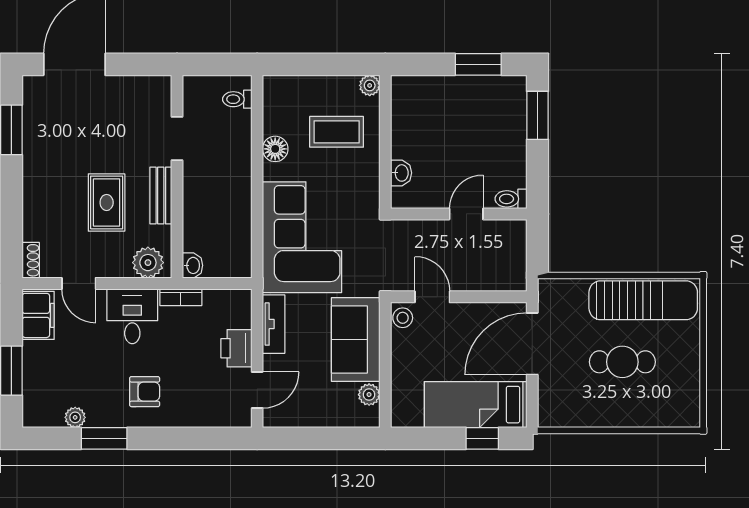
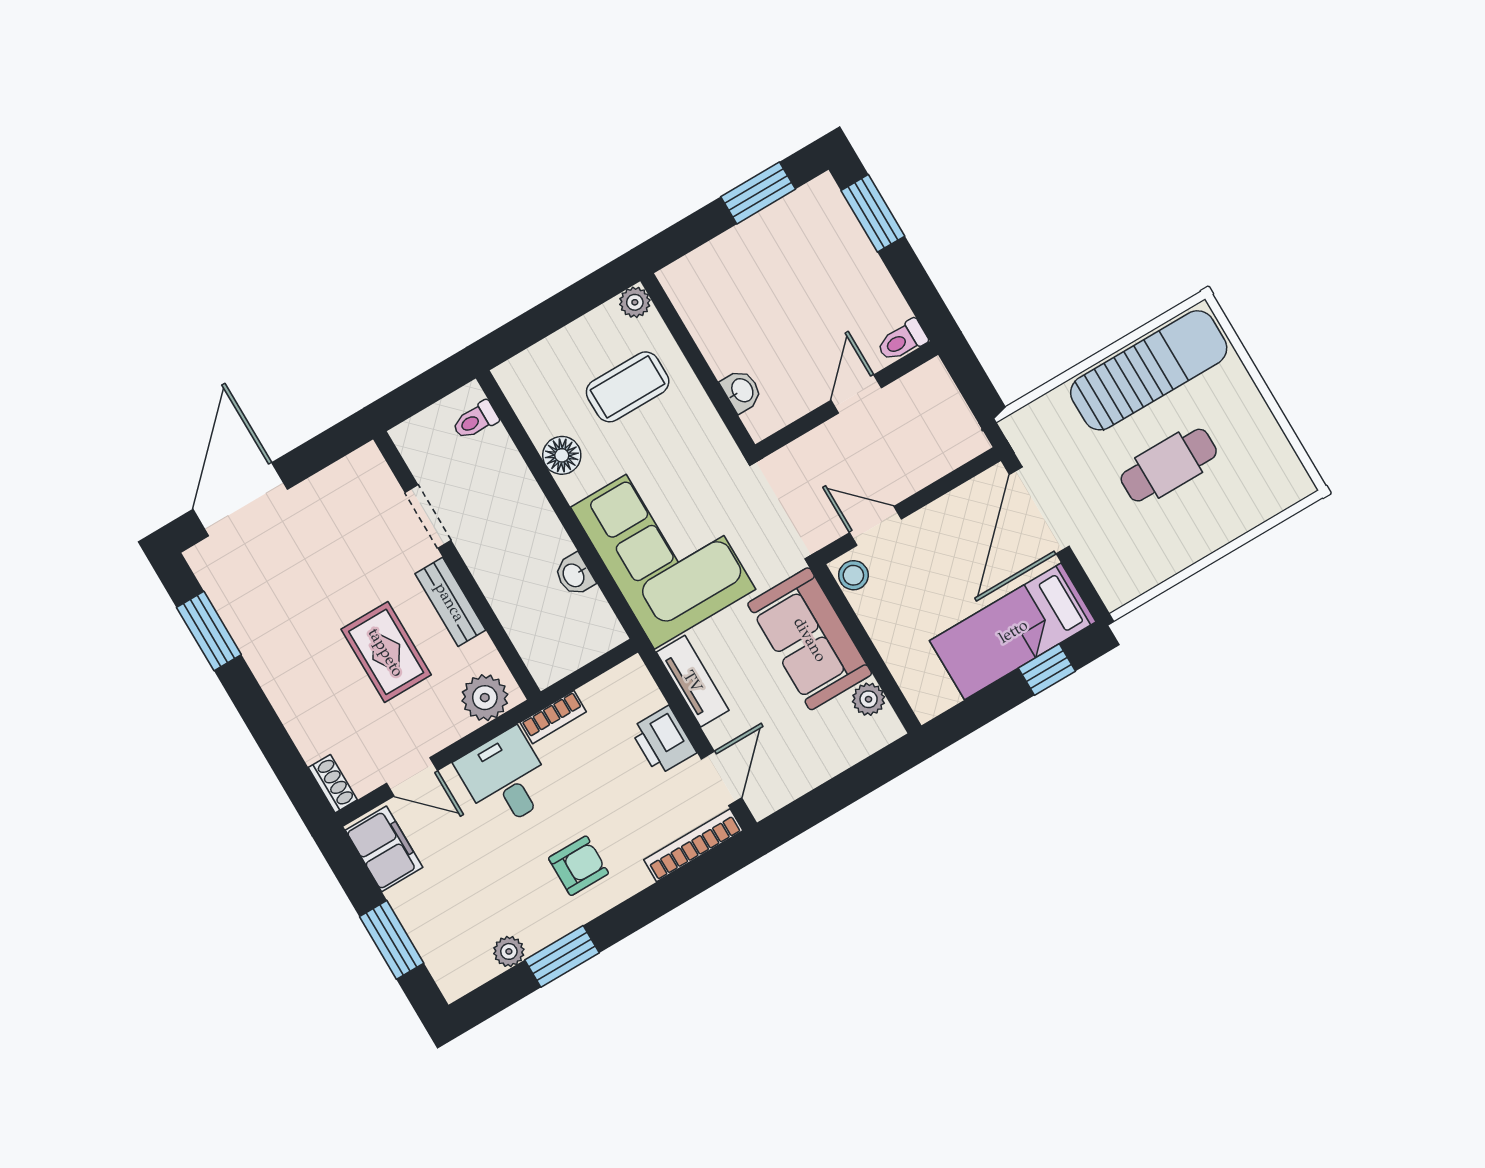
washbasin: (193, 265) -> (574, 575), moved, turned 180
bookcase: (218, 419) -> (693, 845), added

